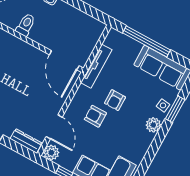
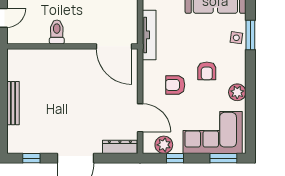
armchair: (115, 100) -> (207, 71), moved
plant: (153, 125) -> (237, 92), moved
plant: (51, 153) -> (164, 145), moved

